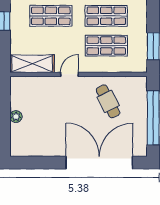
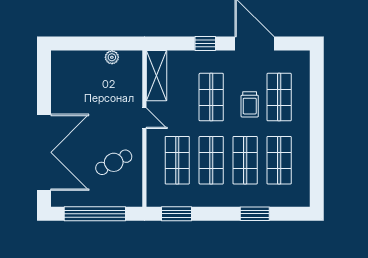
plant: (16, 117) -> (112, 57), moved

